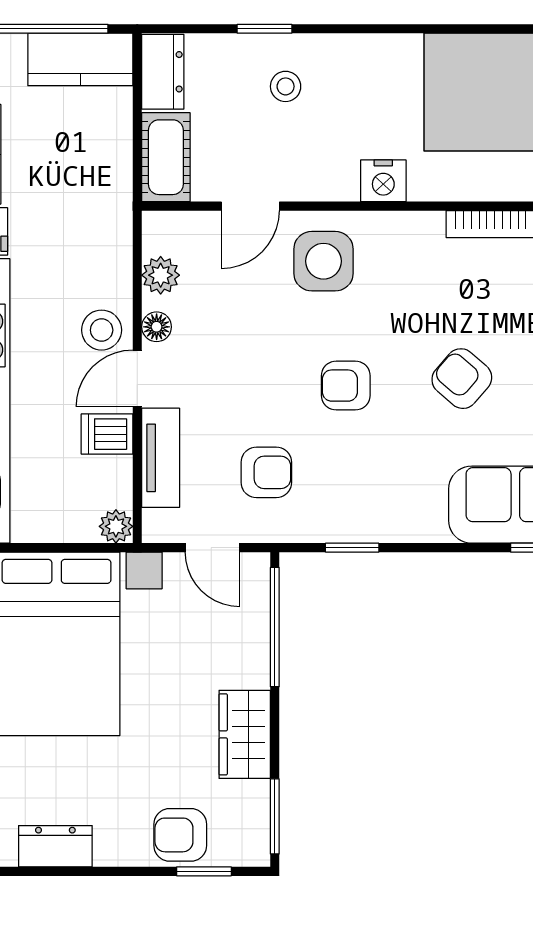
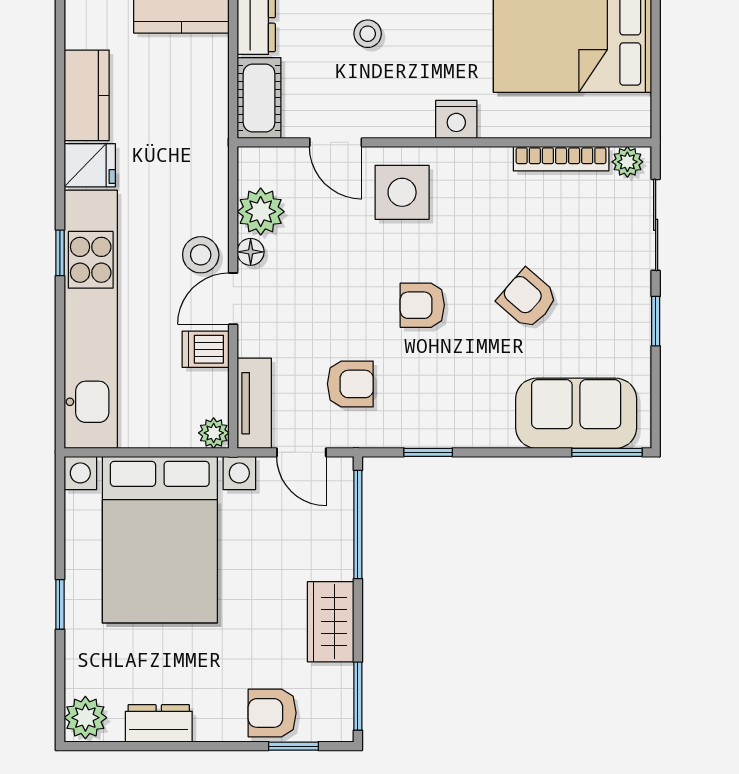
door: (250, 206) -> (336, 142), hinge flipped
plant: (161, 275) -> (261, 212), width x1.38, depth x1.38
tv unit: (161, 458) -> (254, 403), moved

